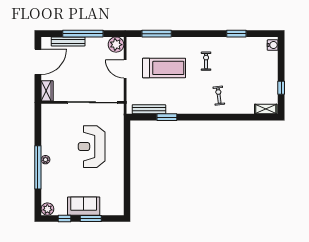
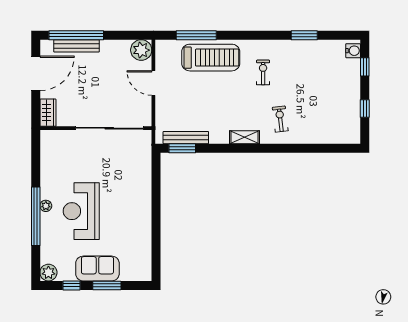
window: (83, 34) -> (76, 35), moved
window: (281, 57) -> (365, 67), added
treadmill: (164, 68) -> (211, 58), moved
shelving: (266, 109) -> (245, 137), moved
window: (167, 117) -> (182, 148), moved
reception desk: (92, 147) -> (81, 211), moved

